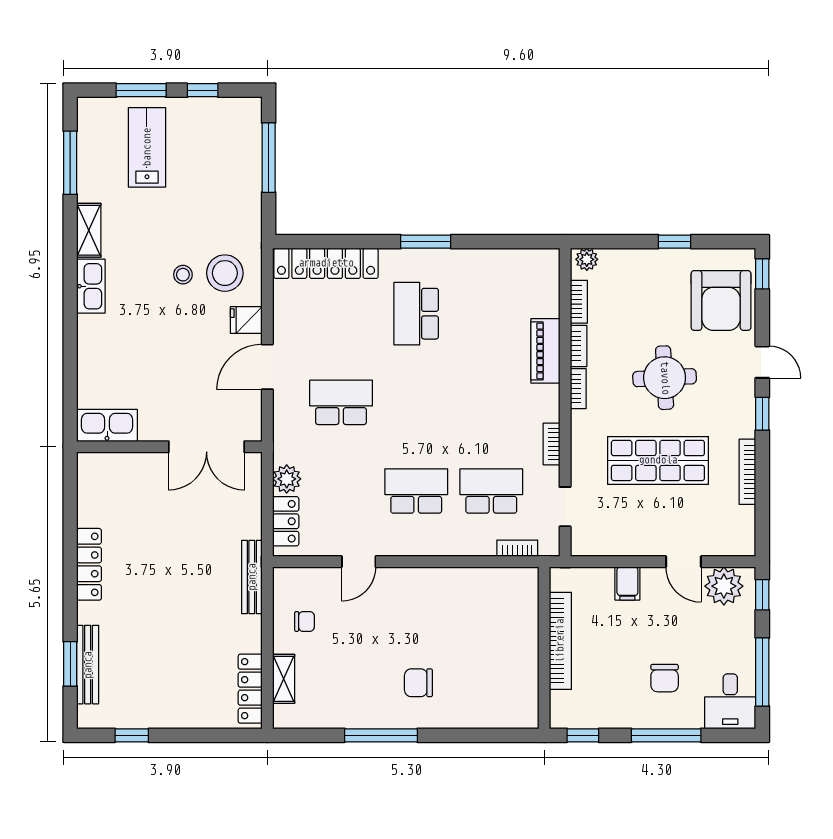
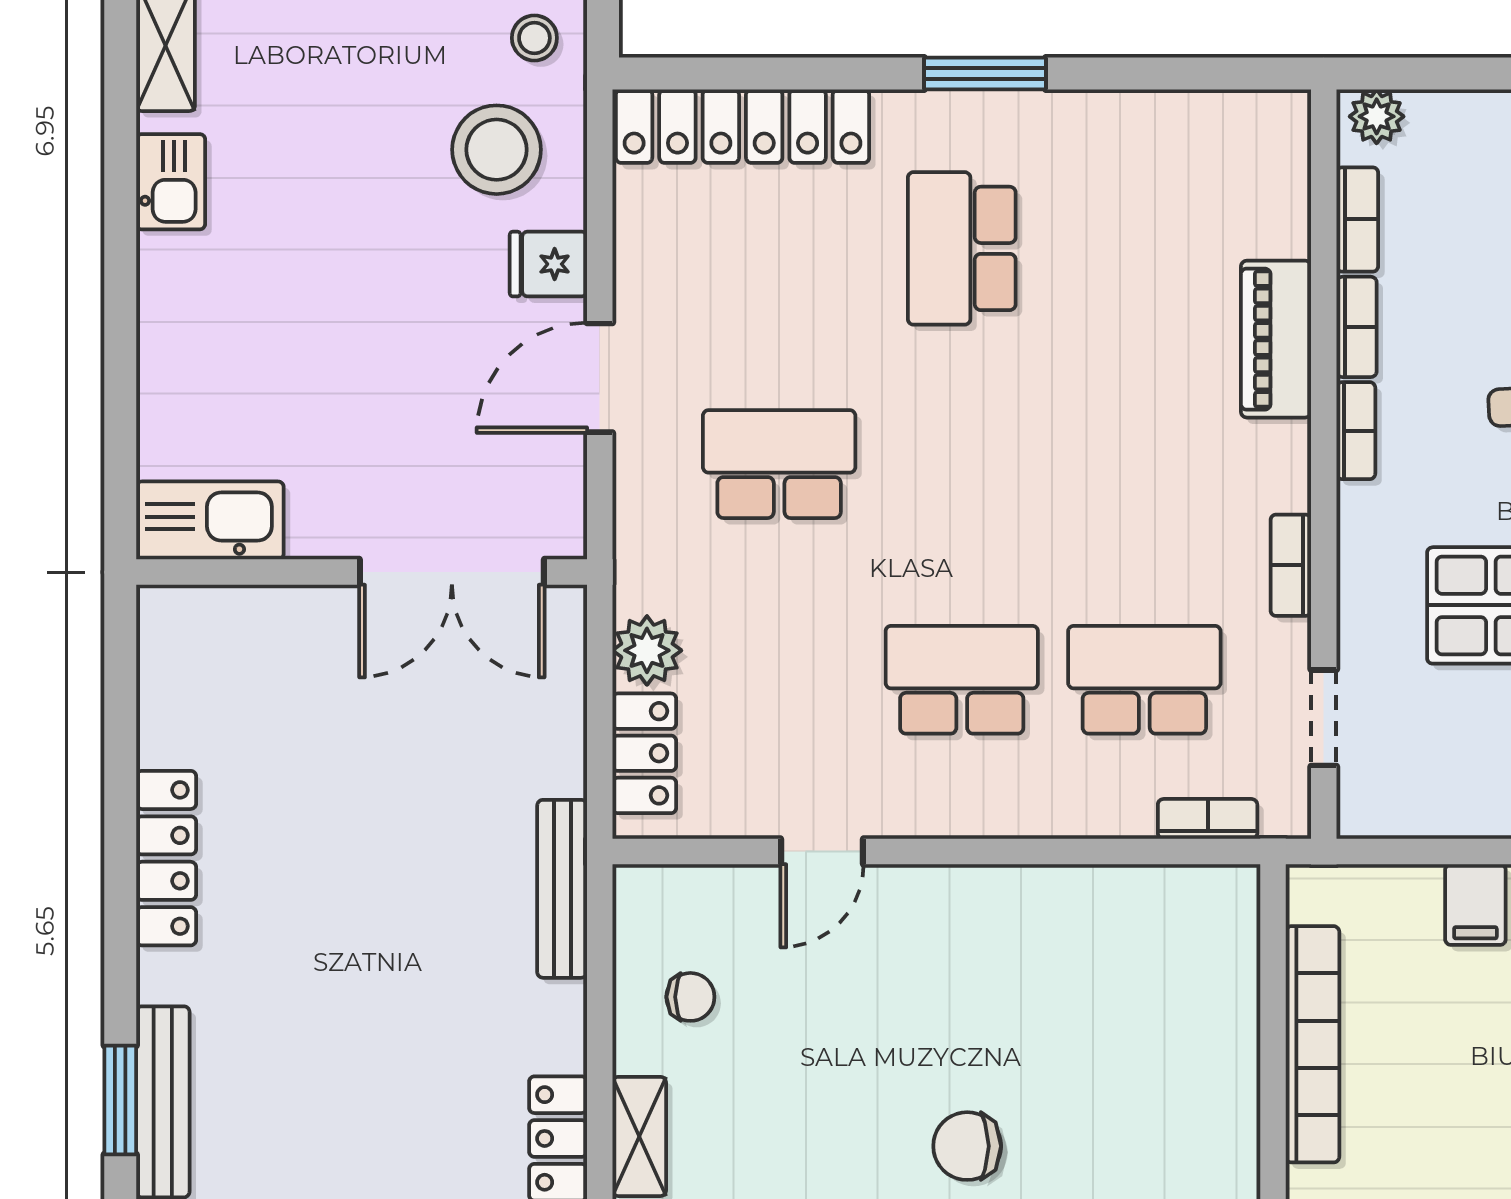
stool: (183, 275) -> (534, 38), moved
kitchen sink: (91, 286) -> (171, 182), width x0.73

